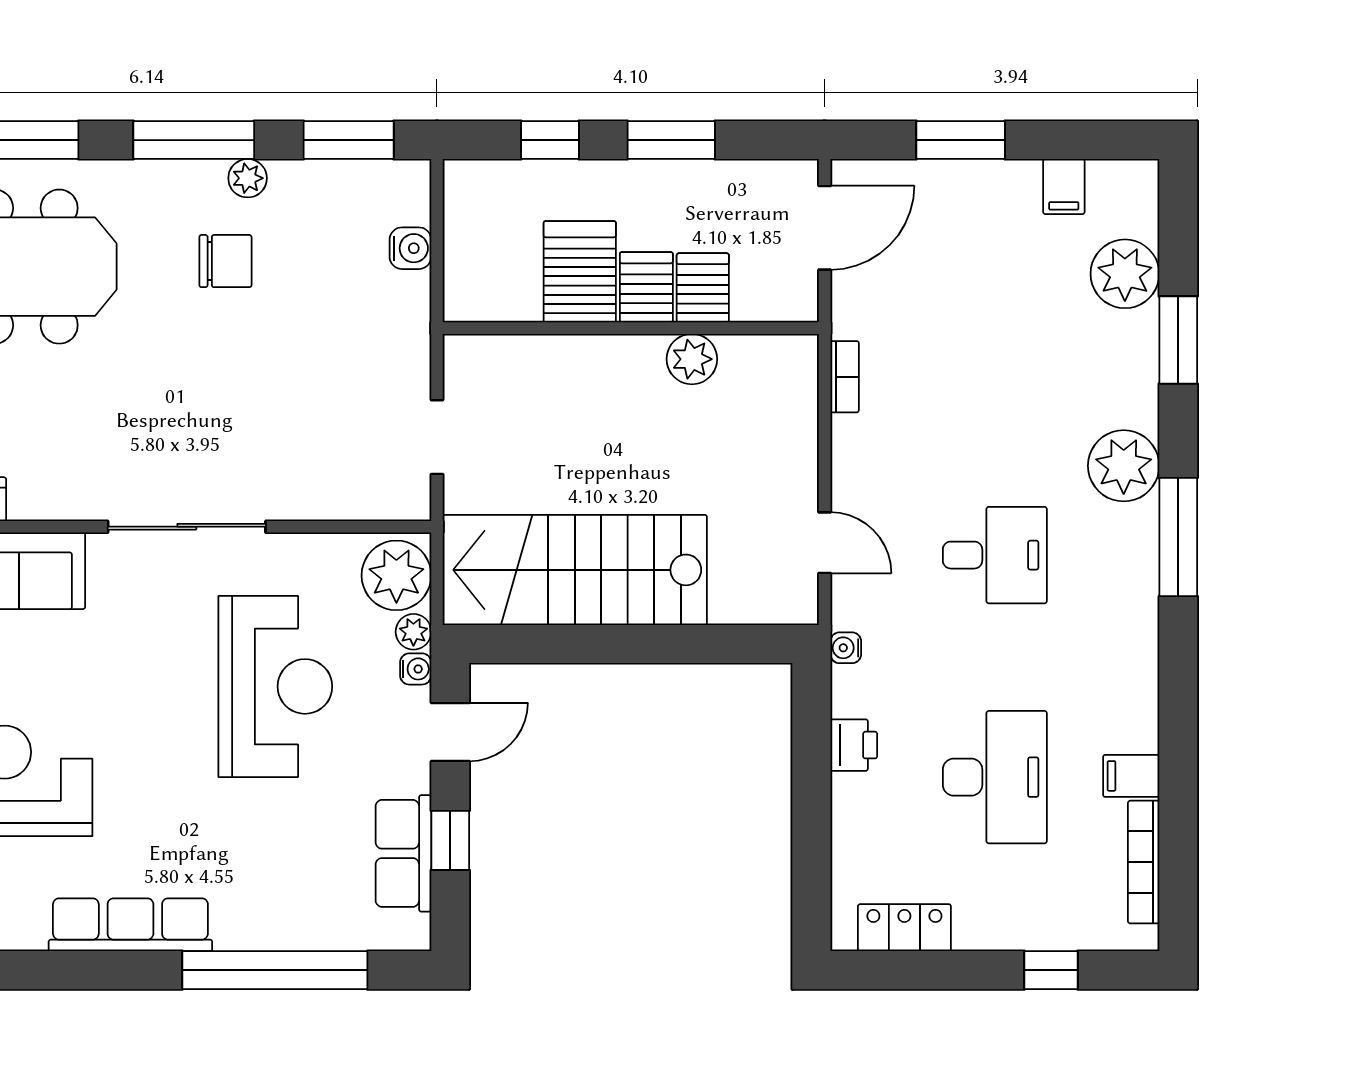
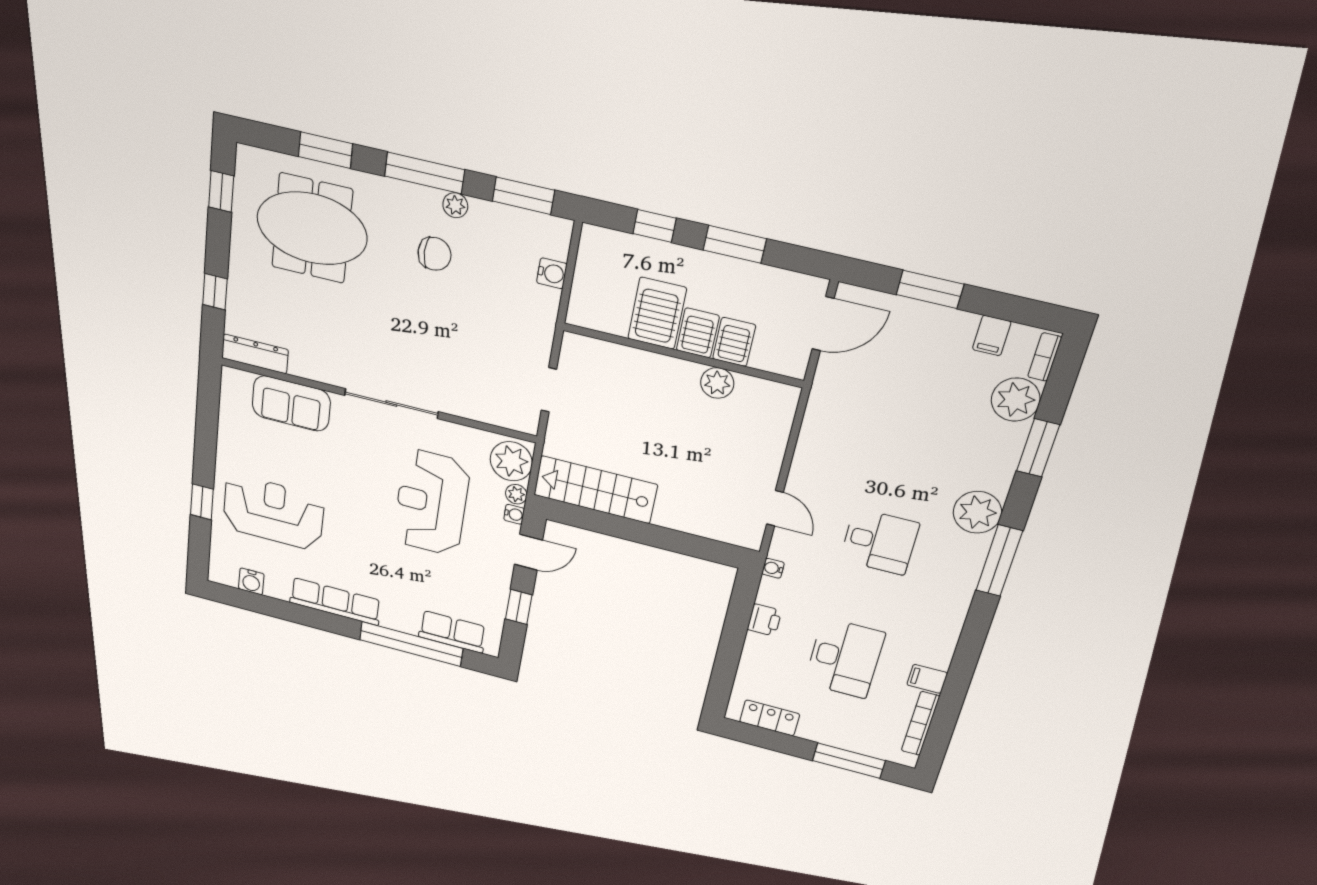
bookcase: (845, 377) -> (1045, 357), moved, turned 180
stairs: (575, 570) -> (595, 490), width x0.73, depth x0.66
reception desk: (275, 686) -> (431, 503), turned 180
row of seats: (403, 853) -> (452, 632), moved, turned 90
window: (1051, 970) -> (849, 761), width x2.17

